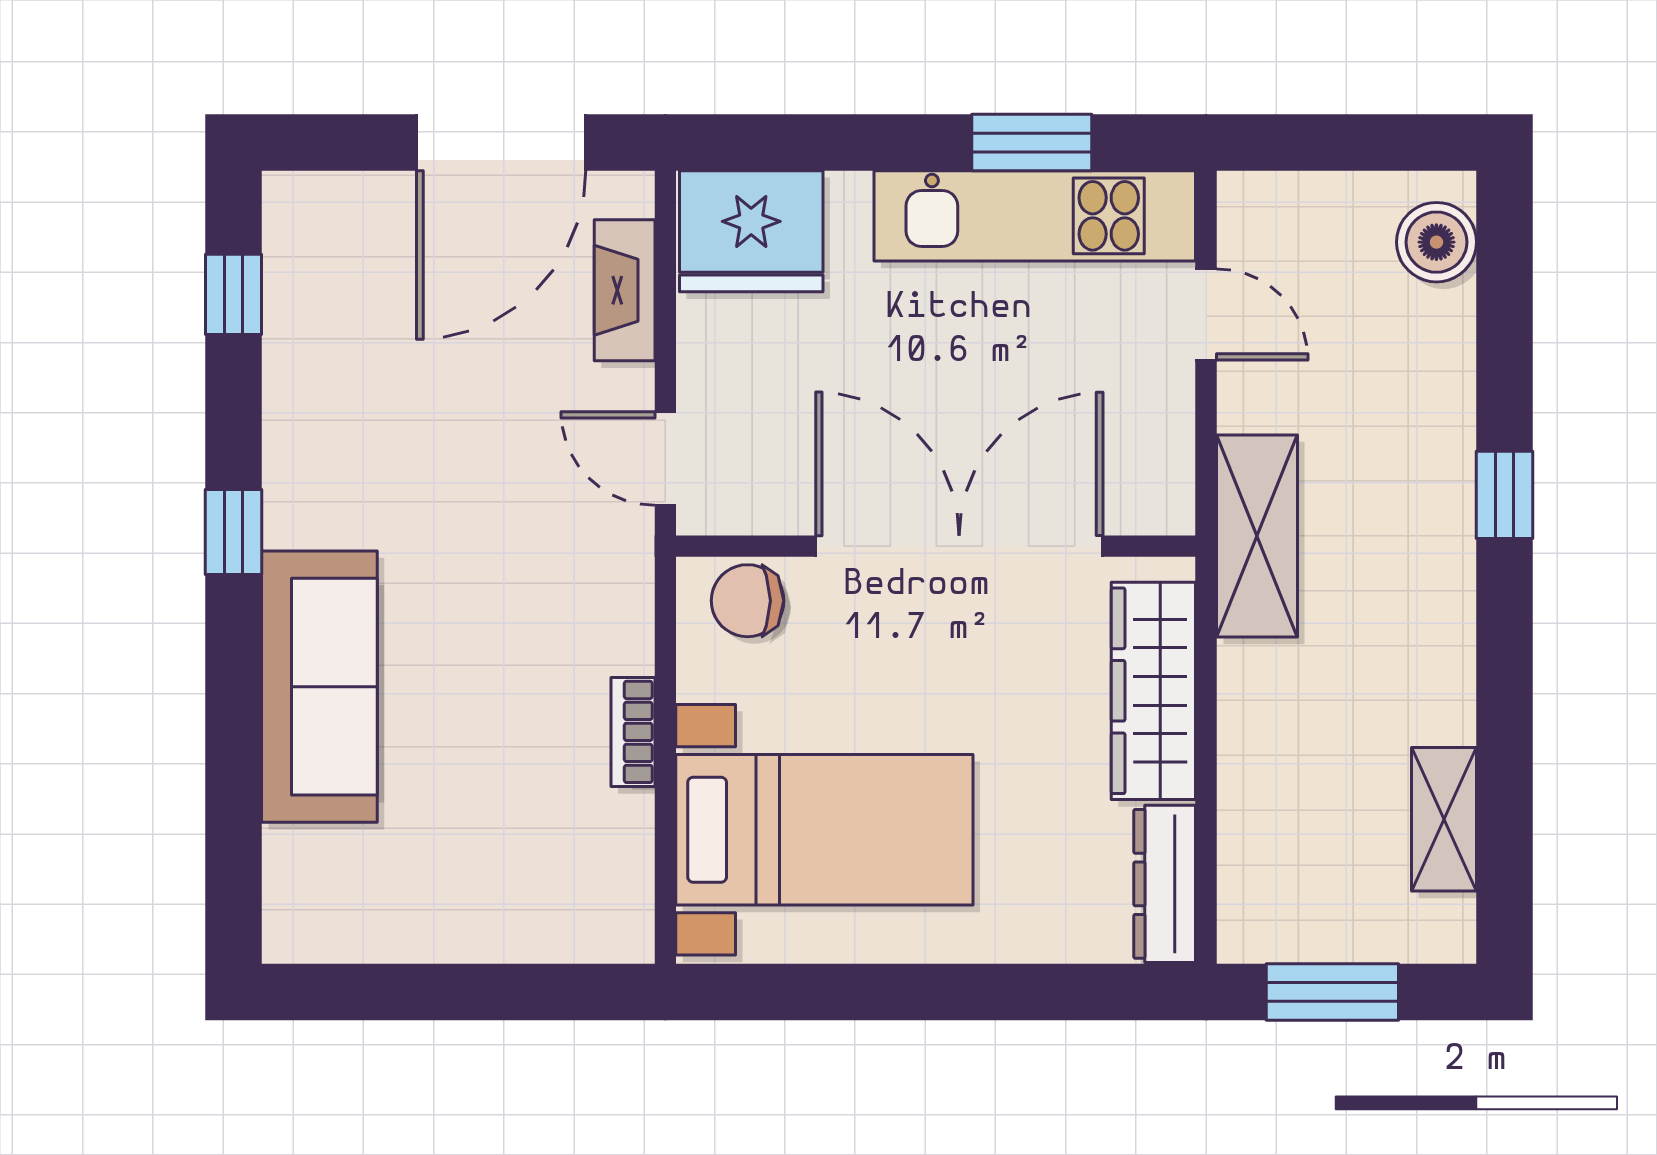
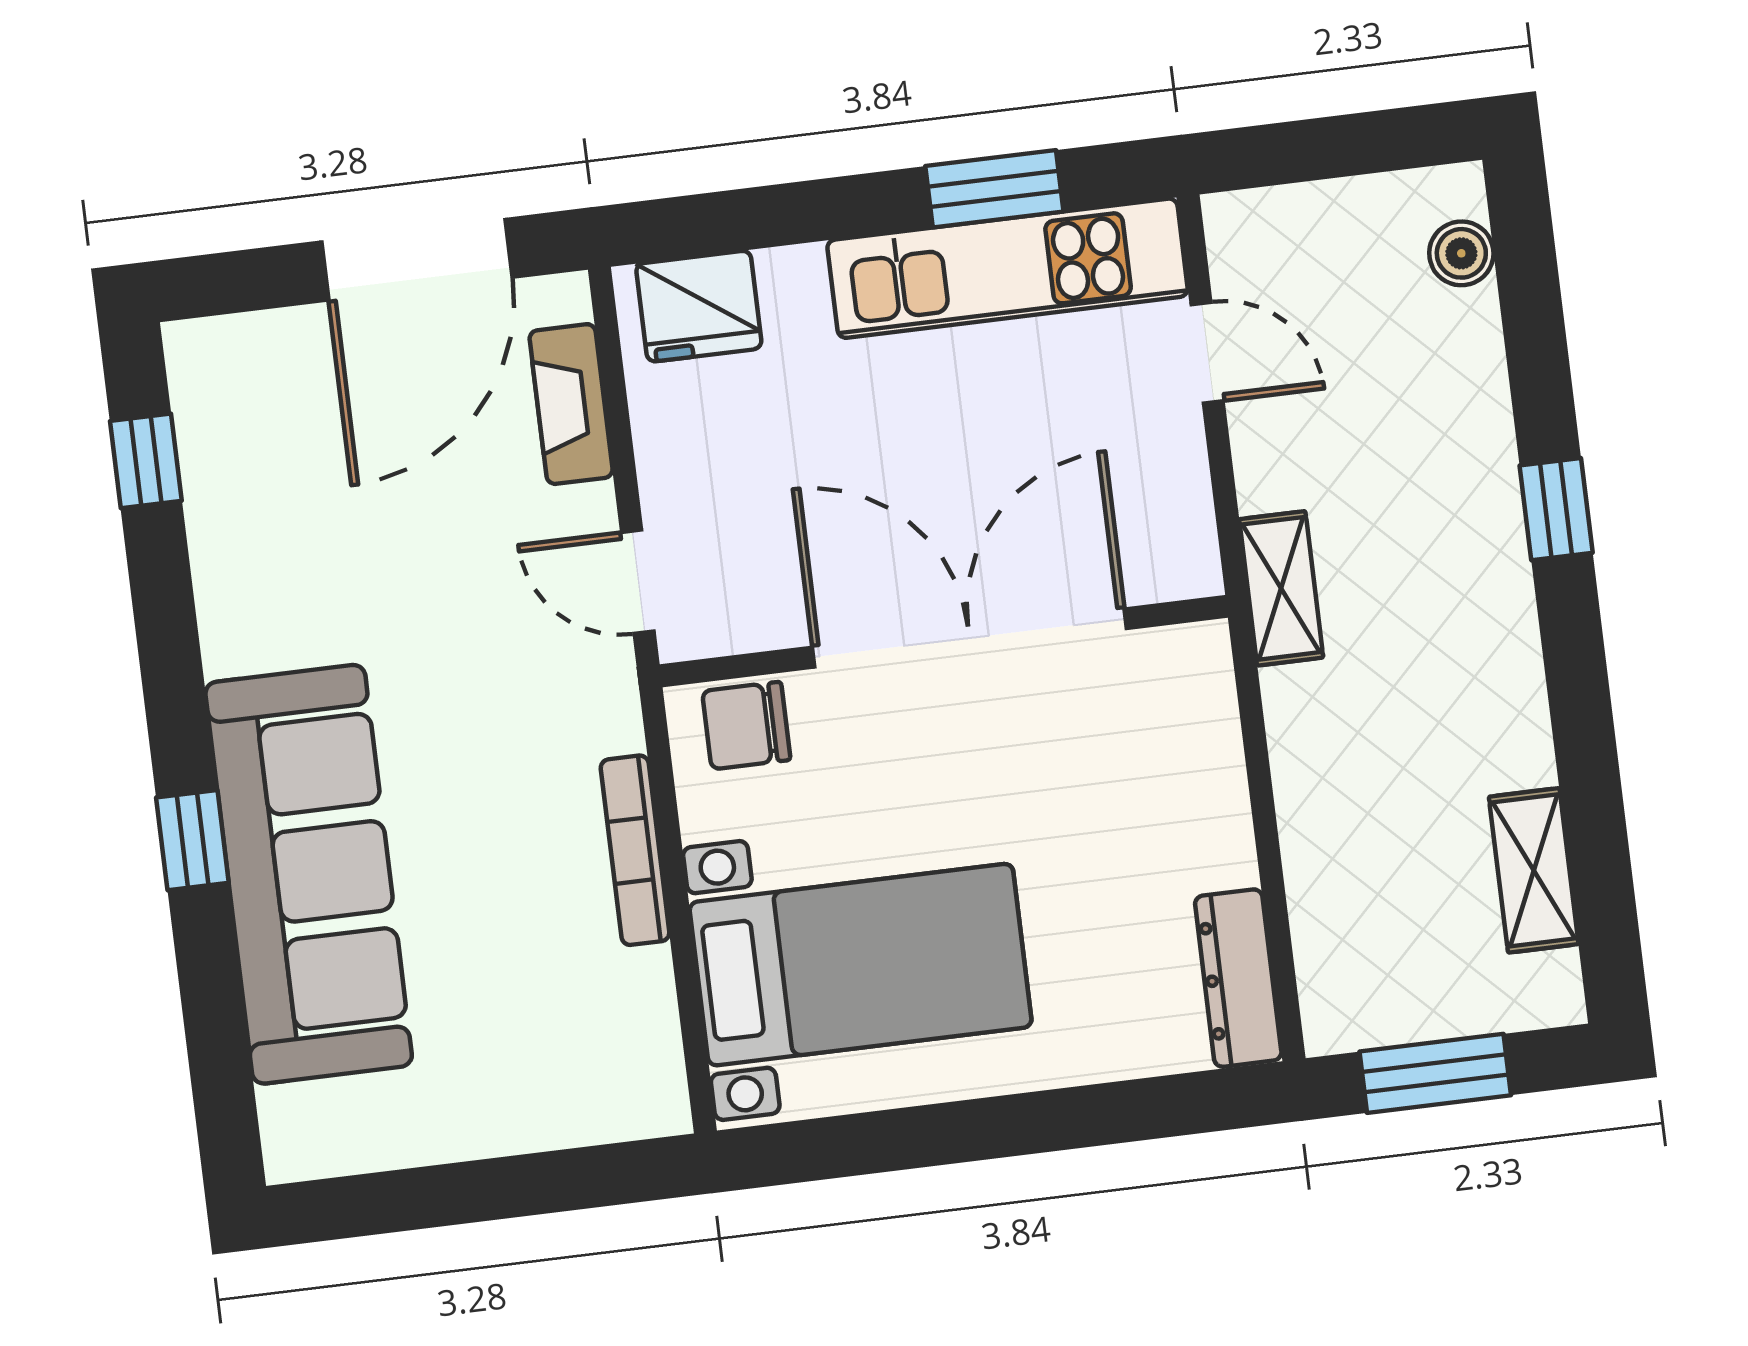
fridge: (751, 231) -> (699, 306), width x0.73, depth x0.75
boiler: (1436, 242) -> (1461, 253), width x0.73, depth x0.73
window: (234, 532) -> (192, 840), moved
shelving: (1257, 536) -> (1281, 588), width x0.67, depth x0.75
sofa: (319, 687) -> (309, 874), width x1.36, depth x1.27
wardrobe: (1153, 691) -> (1200, 769), removed
bookcase: (633, 732) -> (635, 850), width x1.56

